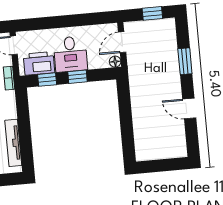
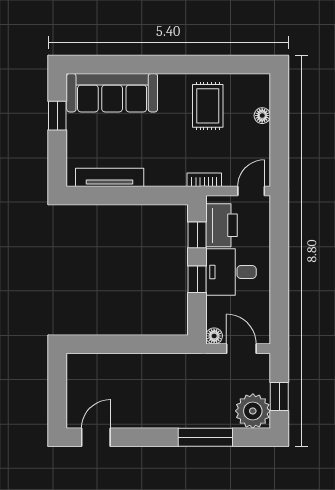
plant: (164, 30) -> (253, 411), added
window: (185, 61) -> (205, 437), width x1.44
door: (189, 109) -> (96, 437), moved

